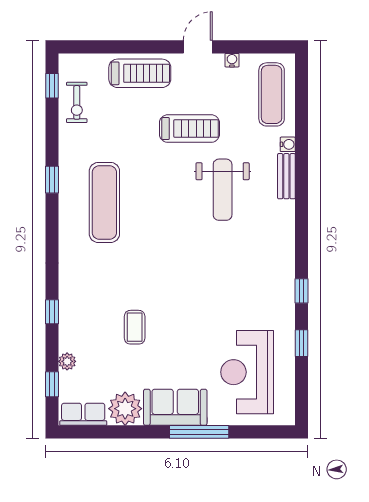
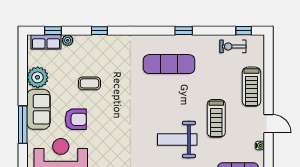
armchair: (191, 349) -> (76, 119), added
row of seats: (83, 414) -> (46, 42), moved, turned 90

